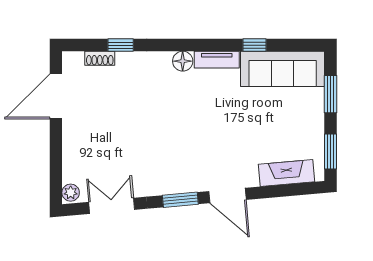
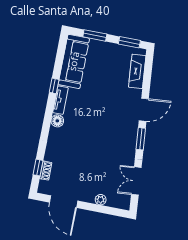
window: (121, 45) -> (38, 168), moved
window: (255, 45) -> (54, 86), moved
plant: (71, 193) -> (101, 200), moved

